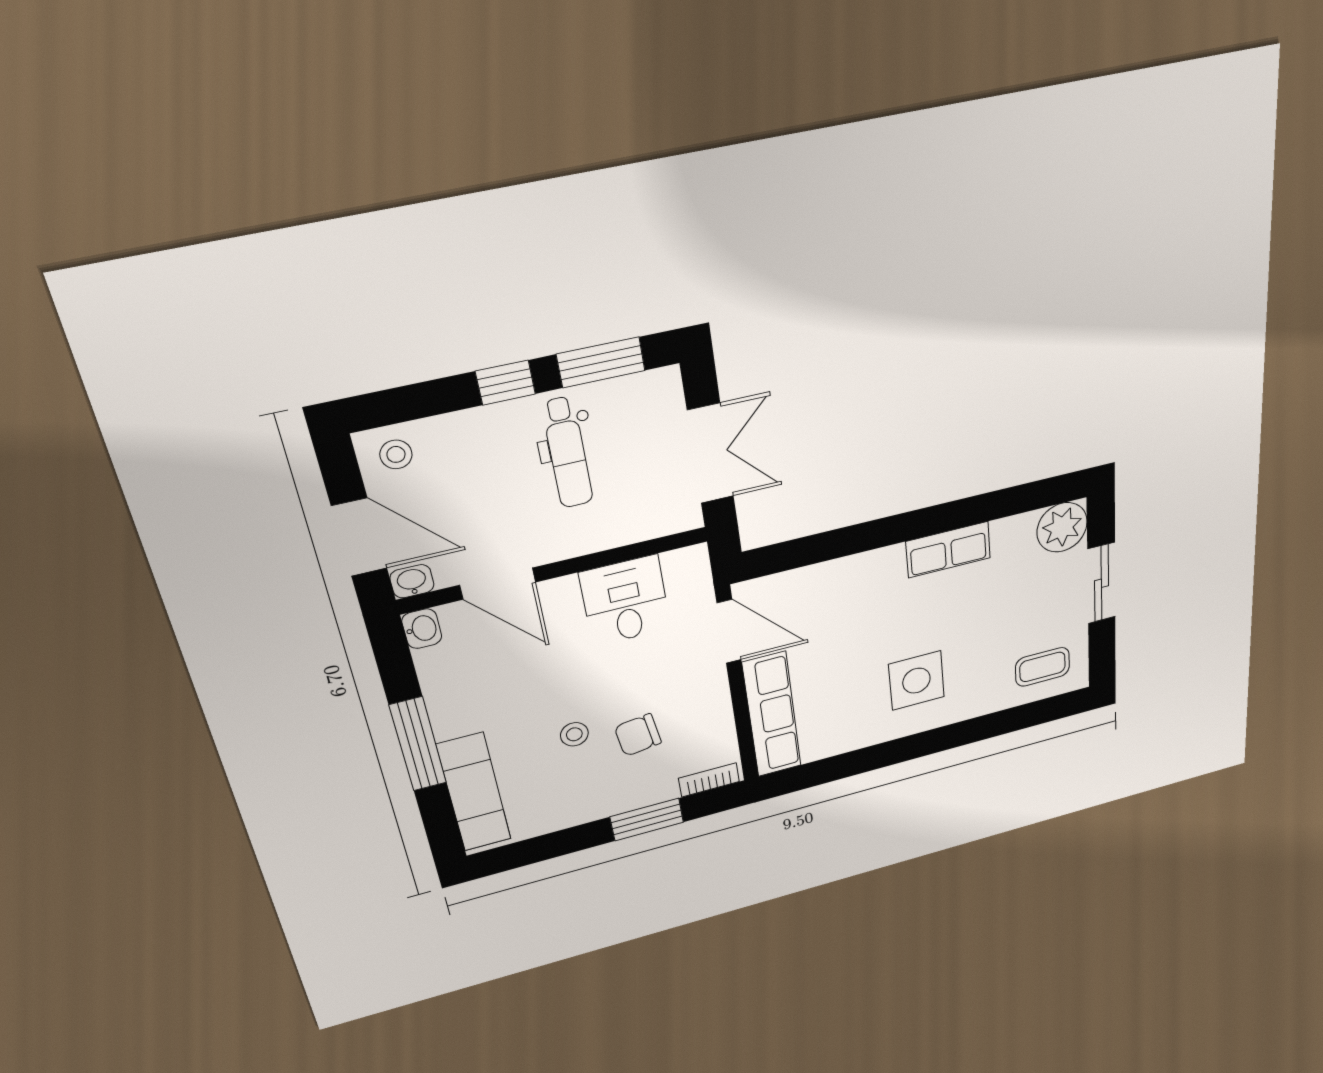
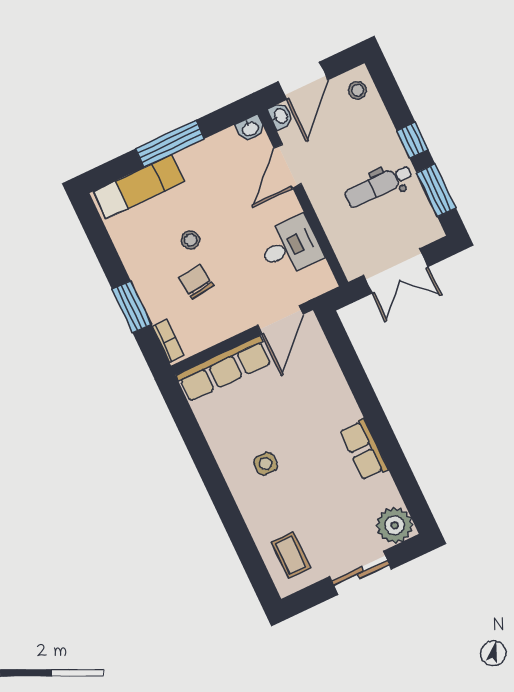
side table: (916, 681) -> (266, 464), width x0.54, depth x0.54

